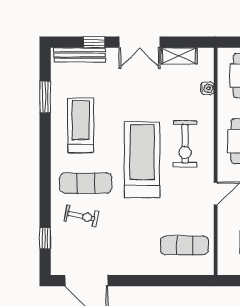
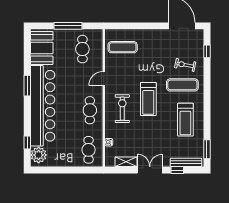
window: (45, 97) -> (207, 149), moved
treadmill: (142, 160) -> (148, 99), width x0.73, depth x0.73

